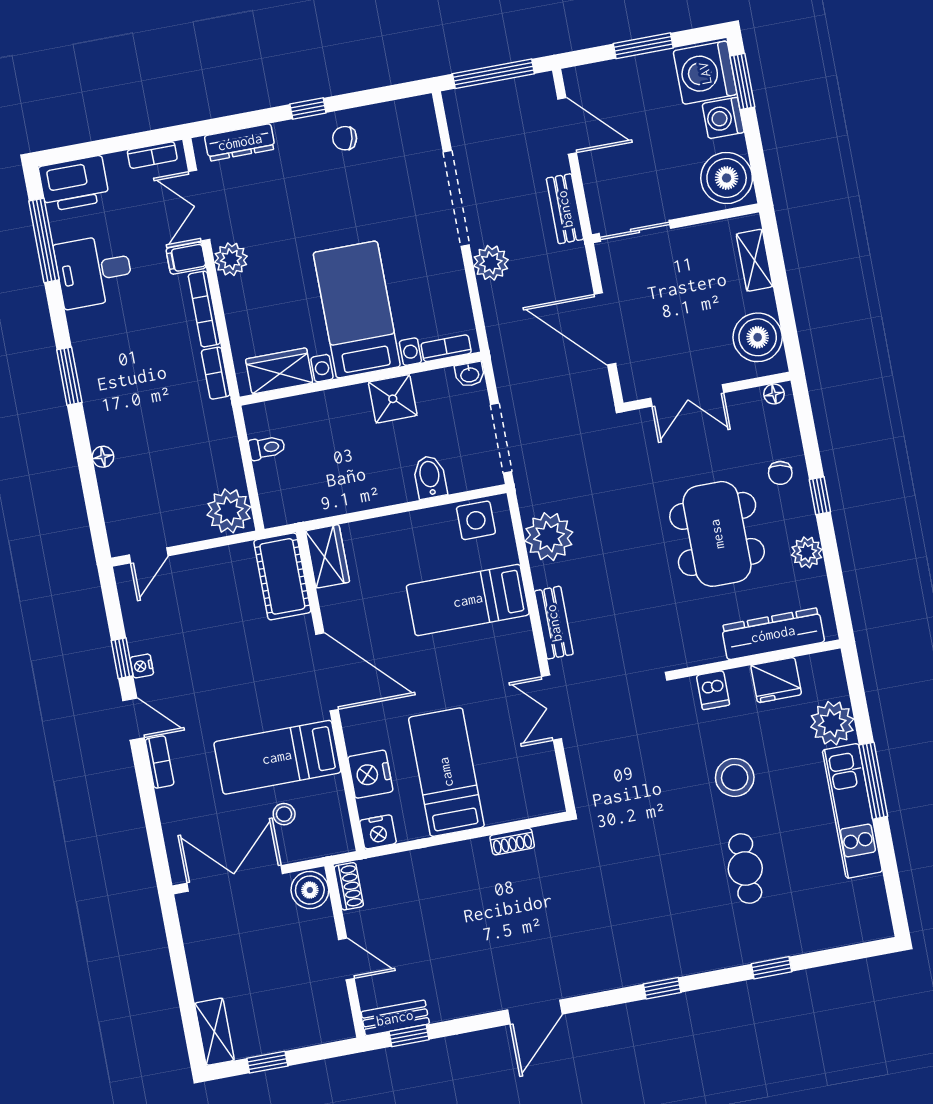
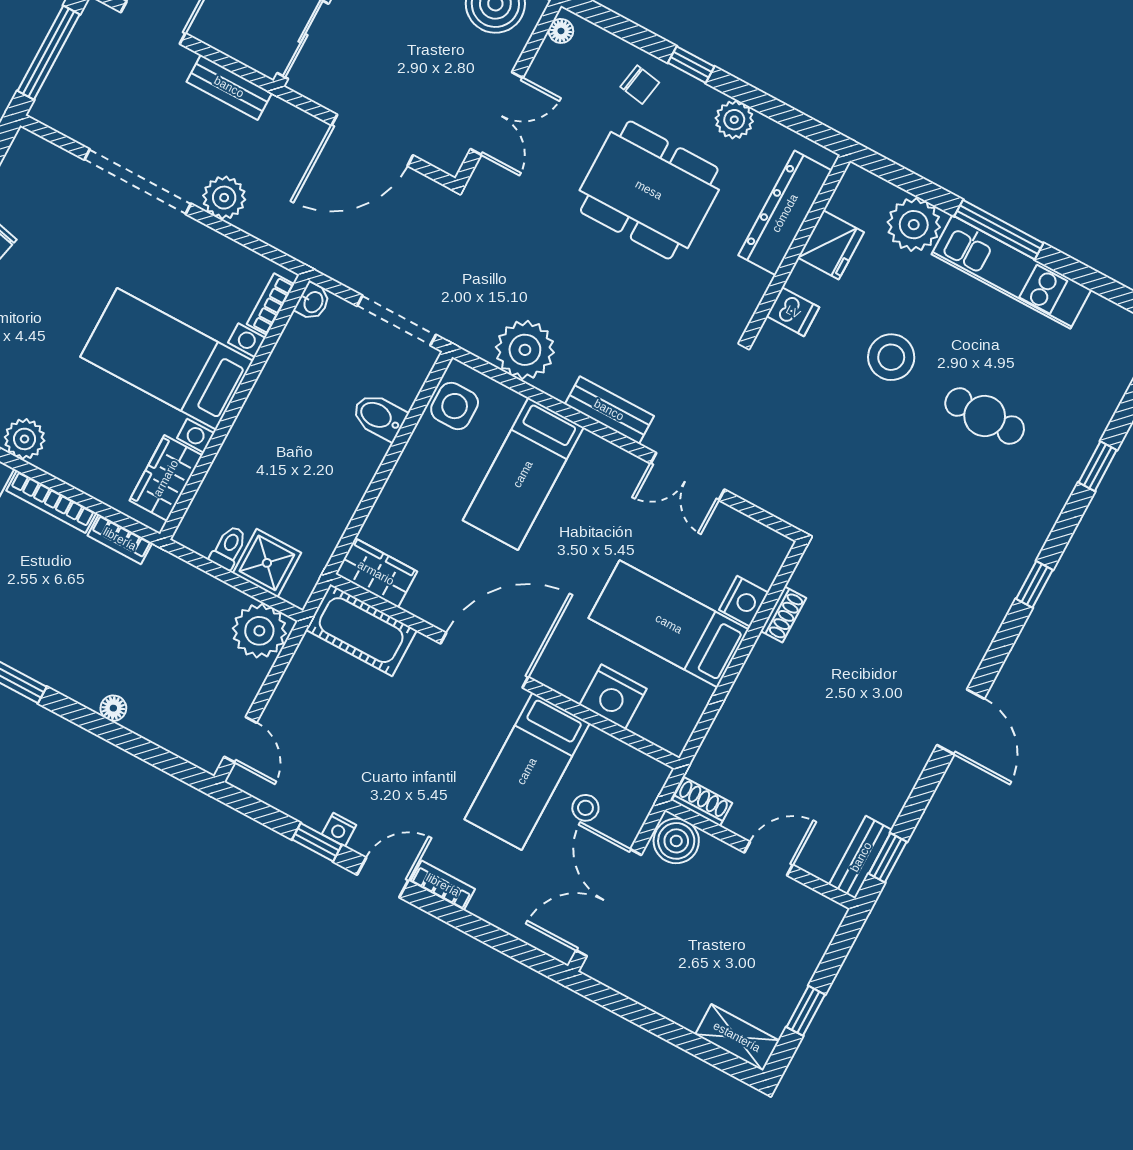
shower: (393, 399) -> (267, 563), moved
nightstand: (378, 832) -> (744, 601), moved

